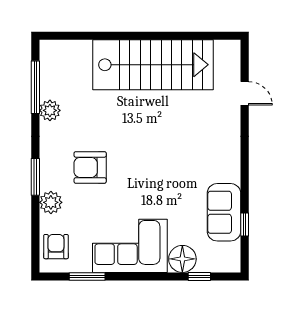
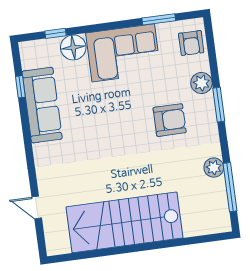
sofa: (224, 212) -> (42, 105), width x1.36

